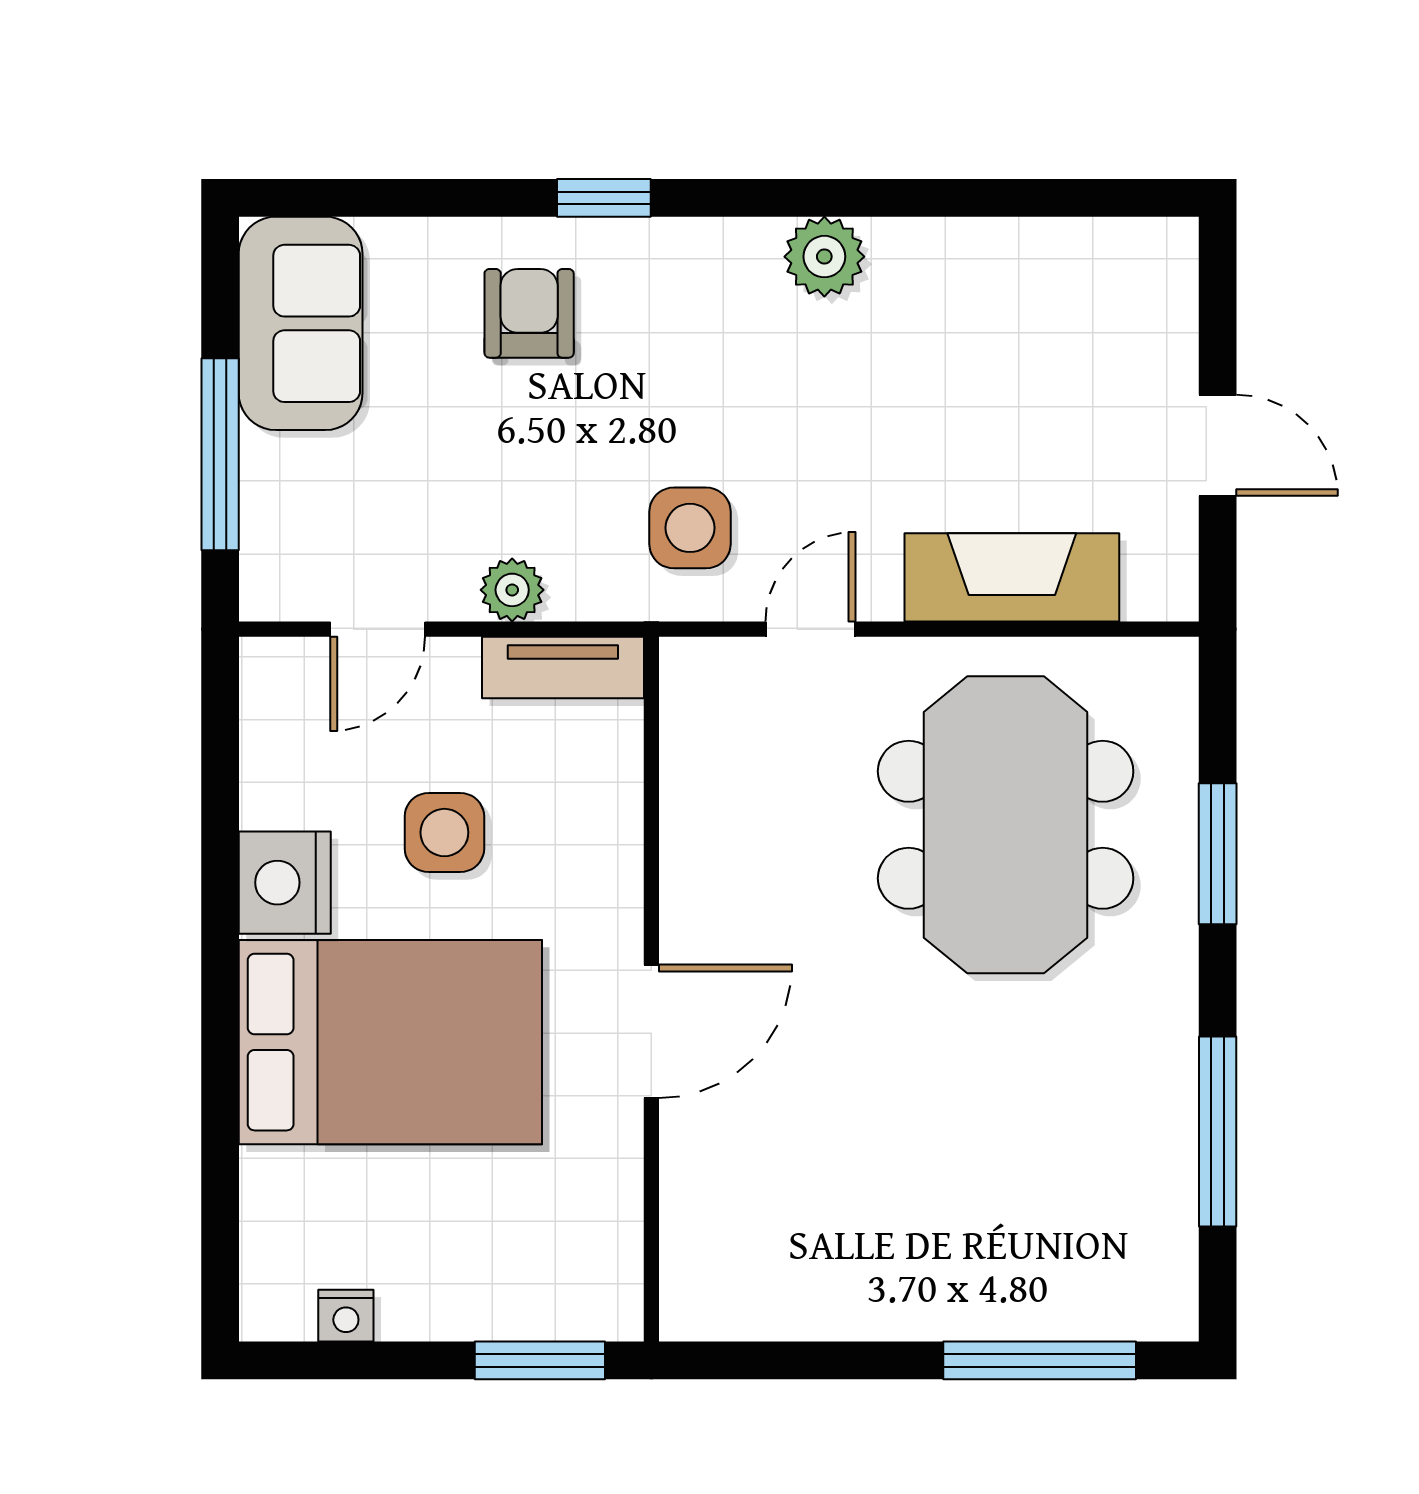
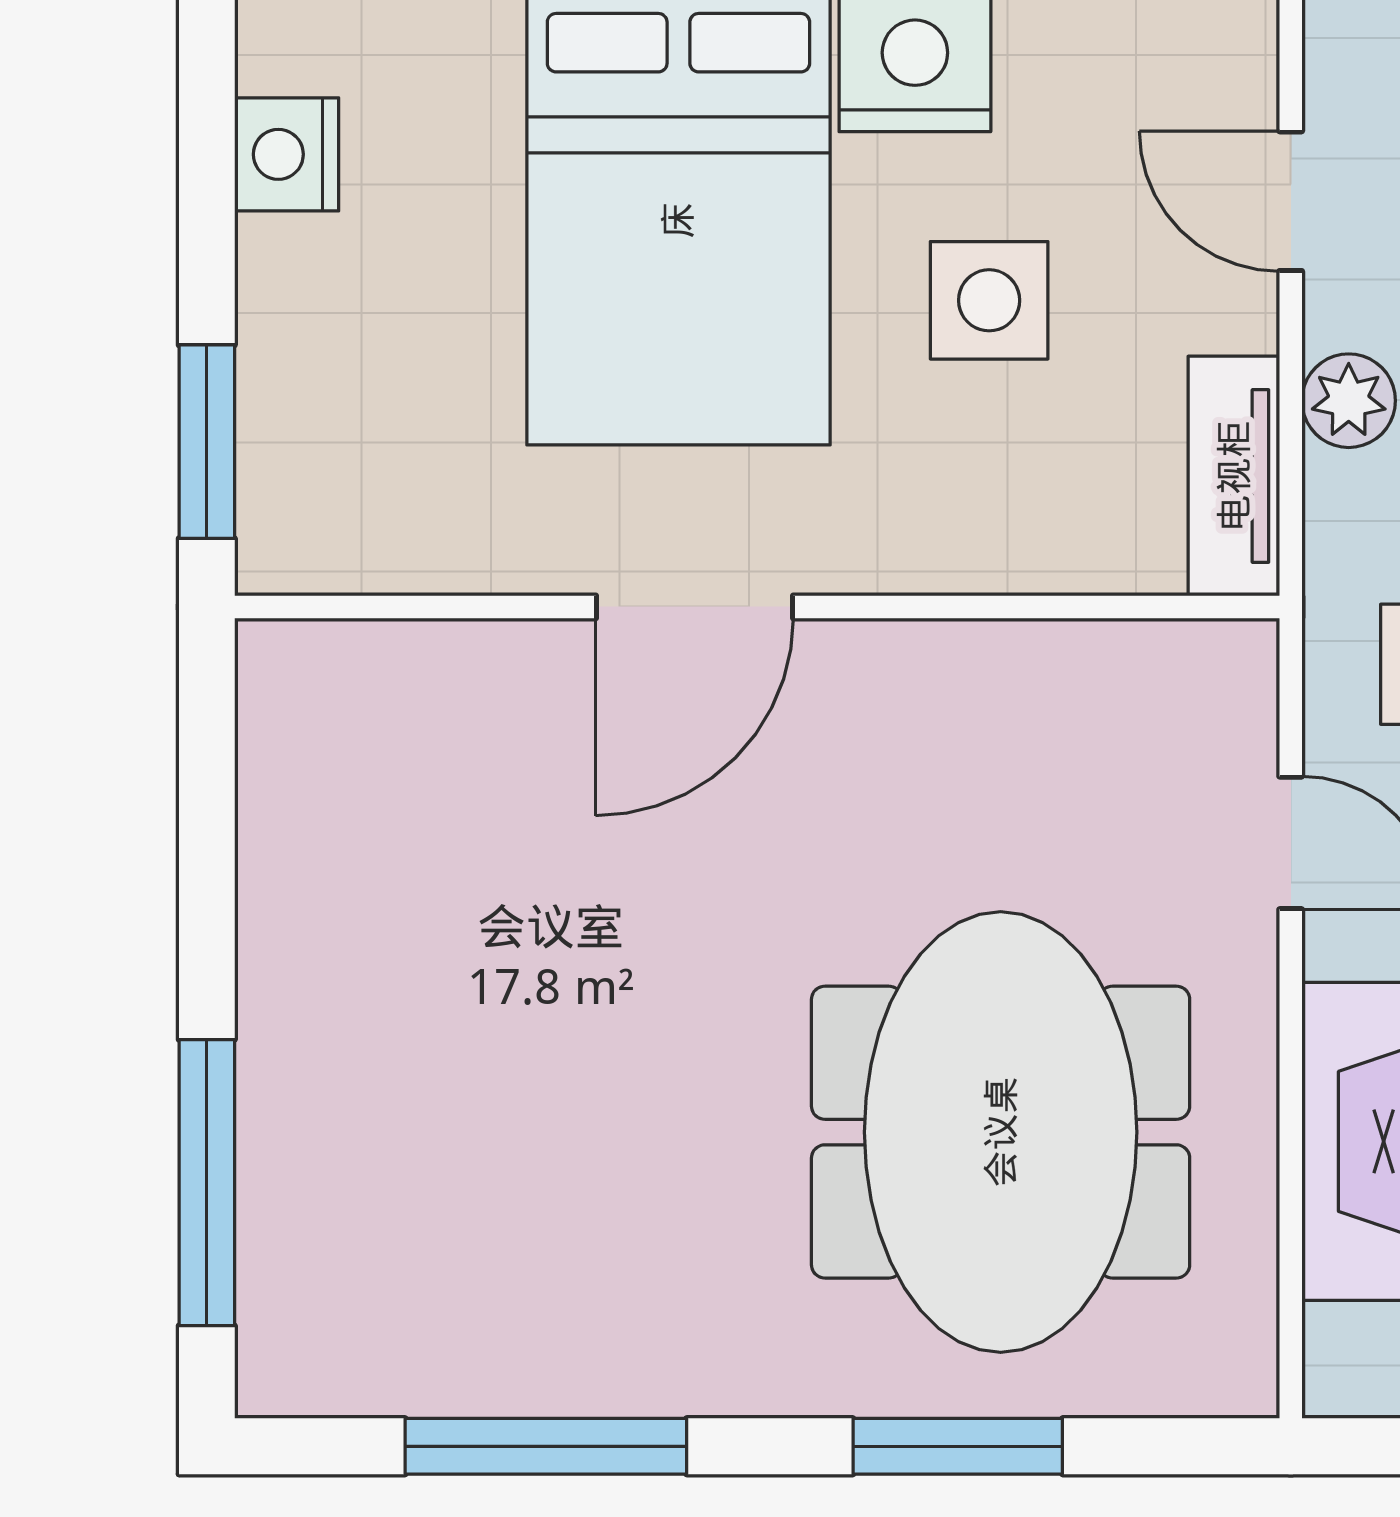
meeting table: (1006, 825) -> (1001, 1132), turned 90
door: (651, 1031) -> (694, 607), hinge flipped
nightstand: (346, 1316) -> (287, 154), width x1.39, depth x1.35

